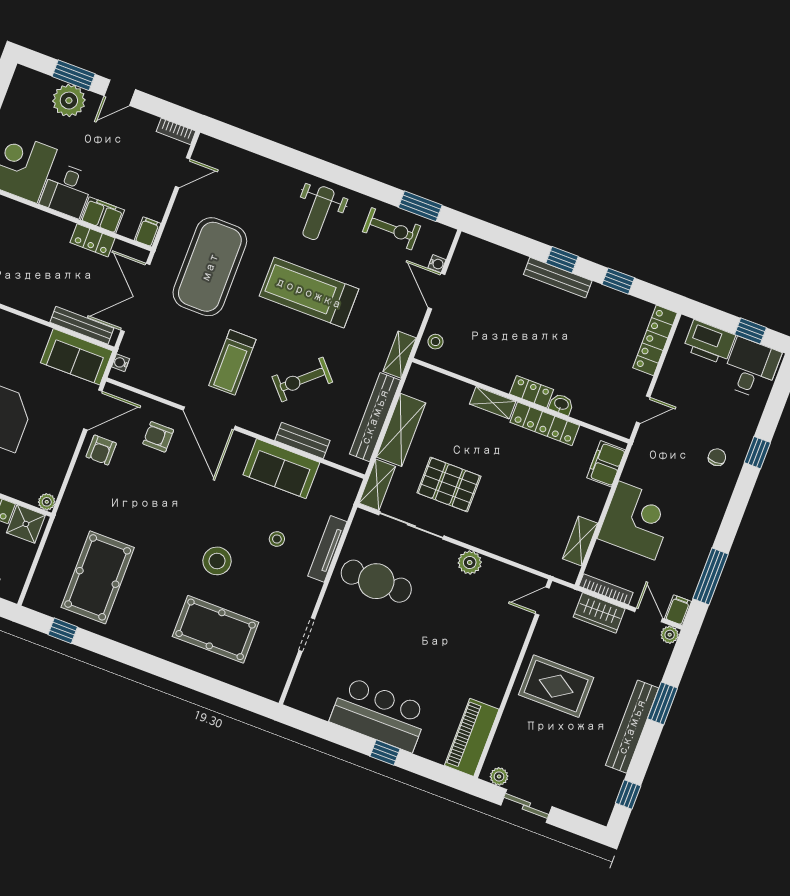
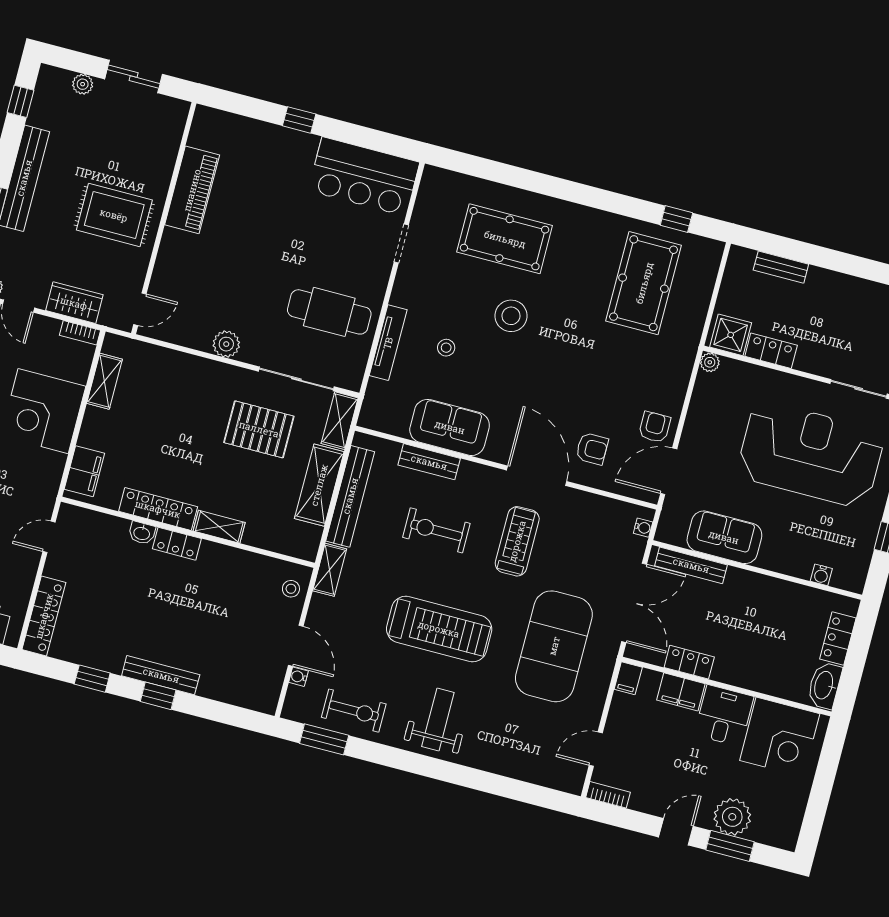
exercise bike: (392, 229) -> (354, 711), turned 180
sofa: (77, 357) -> (724, 537), moved
exercise bike: (302, 379) -> (436, 530), turned -138
bookcase: (606, 589) -> (80, 333), width x0.64
bar counter: (379, 714) -> (364, 176), moved
piano: (472, 737) -> (192, 190), moved
plant: (499, 776) -> (83, 84), moved

